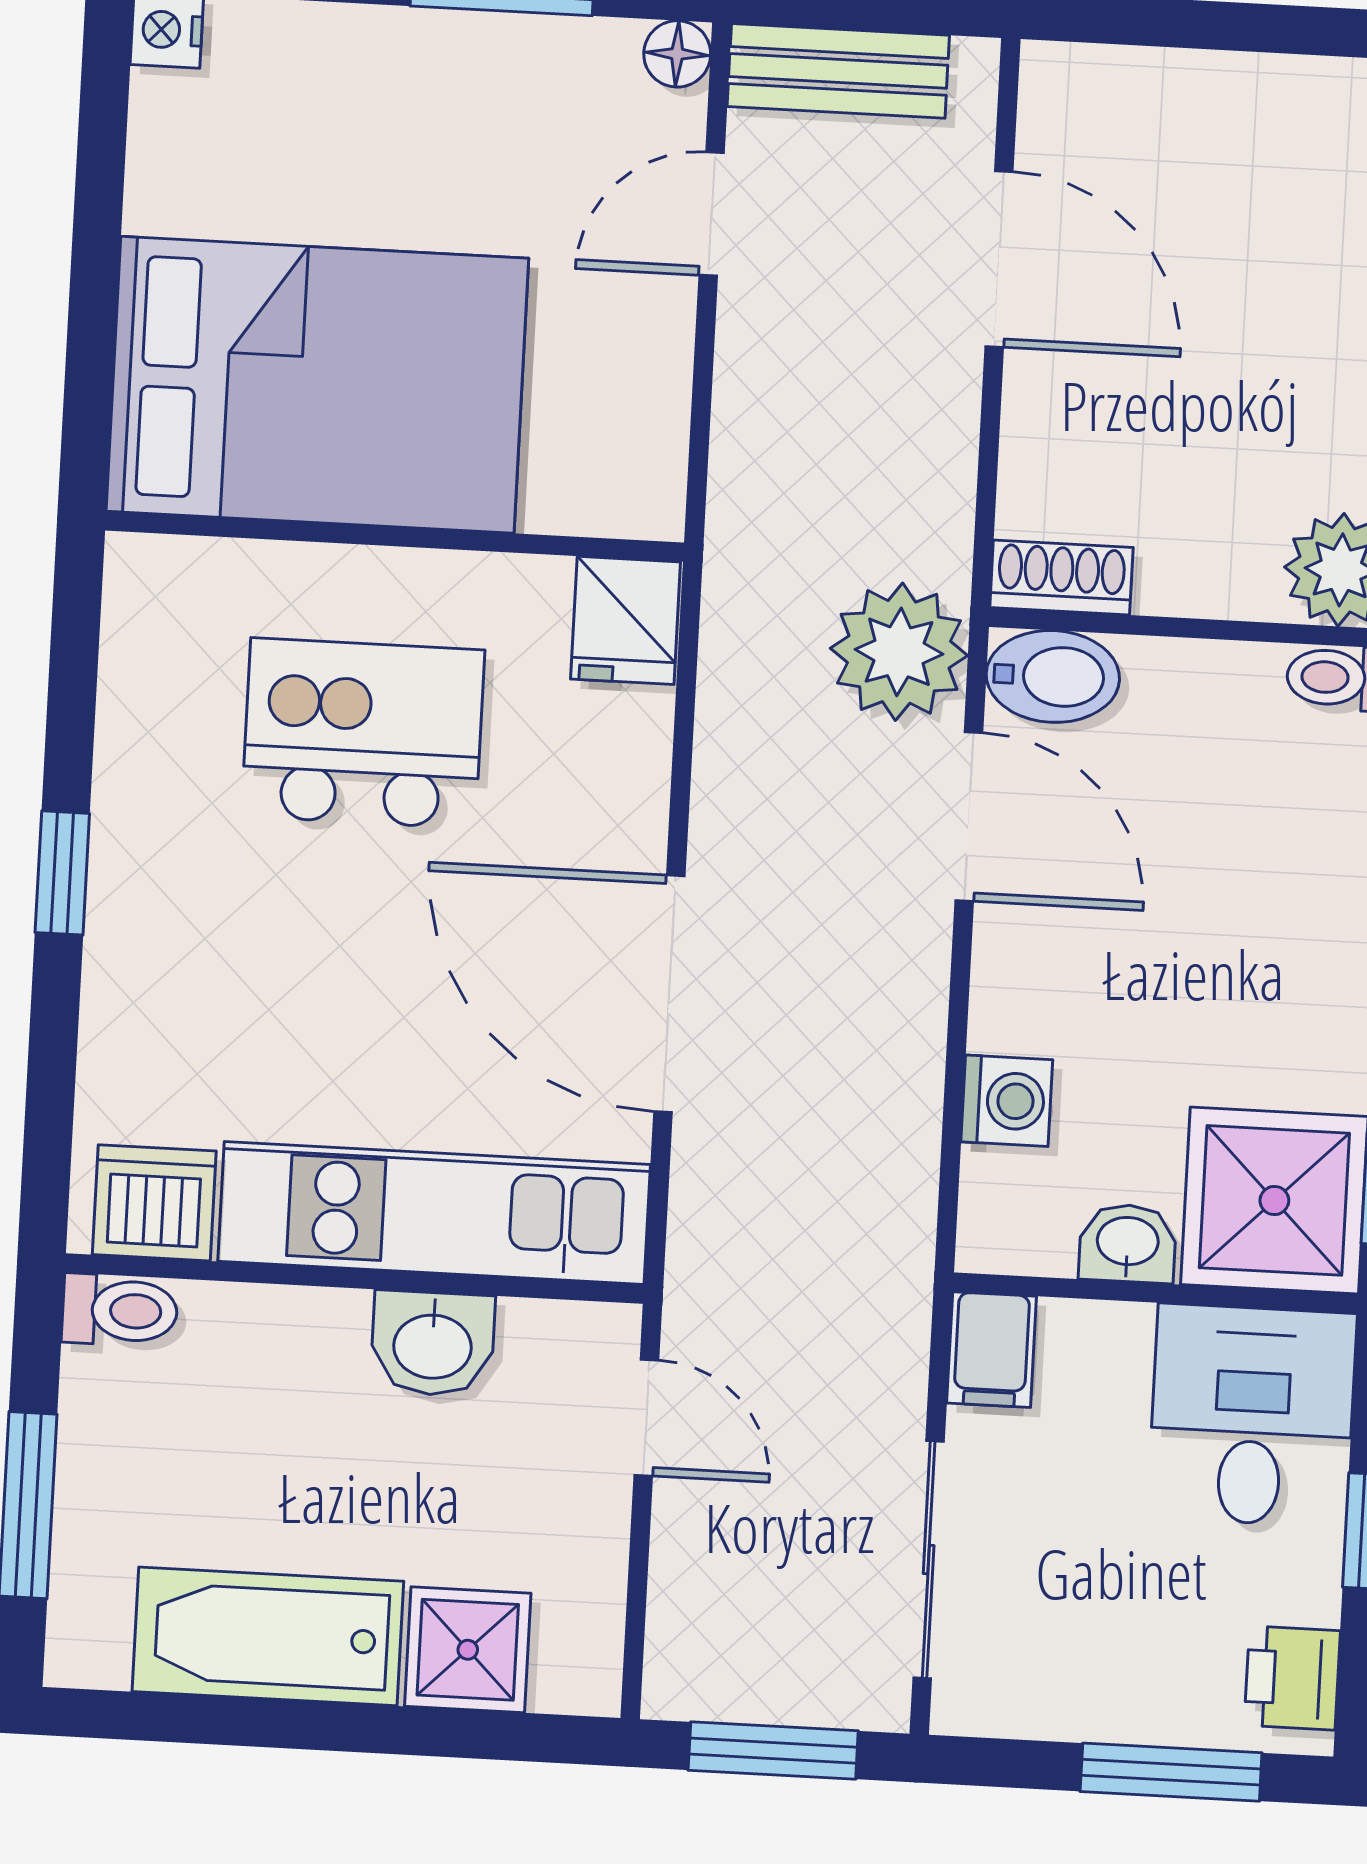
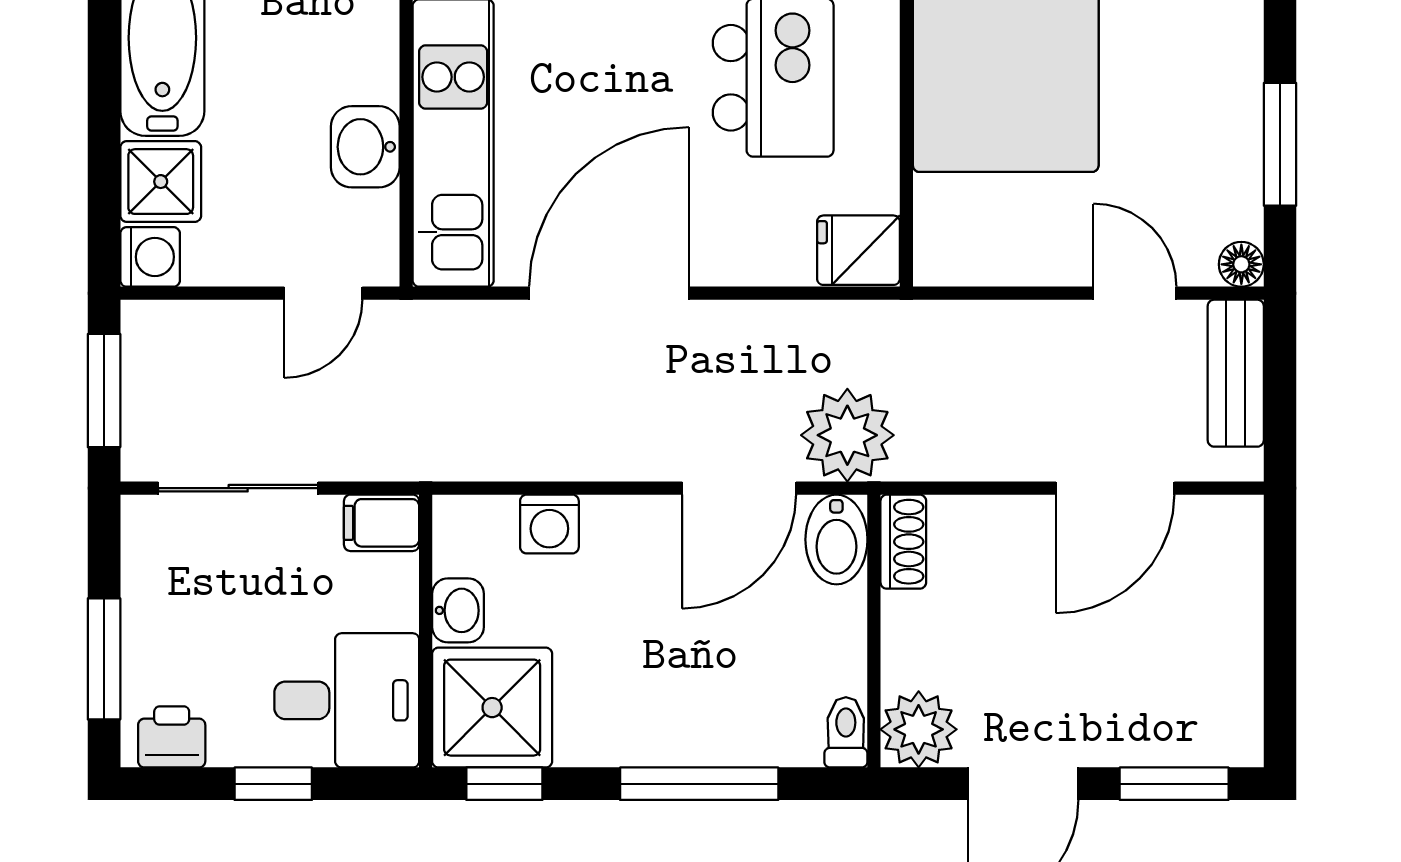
washing machine: (579, 1672) -> (150, 257), added

